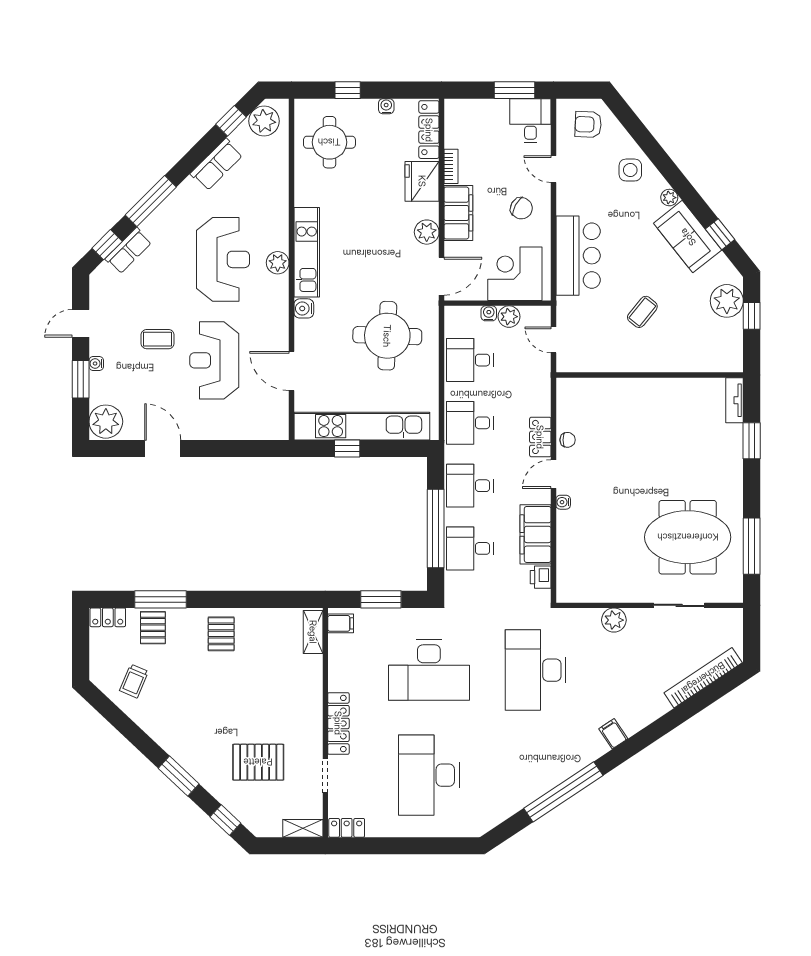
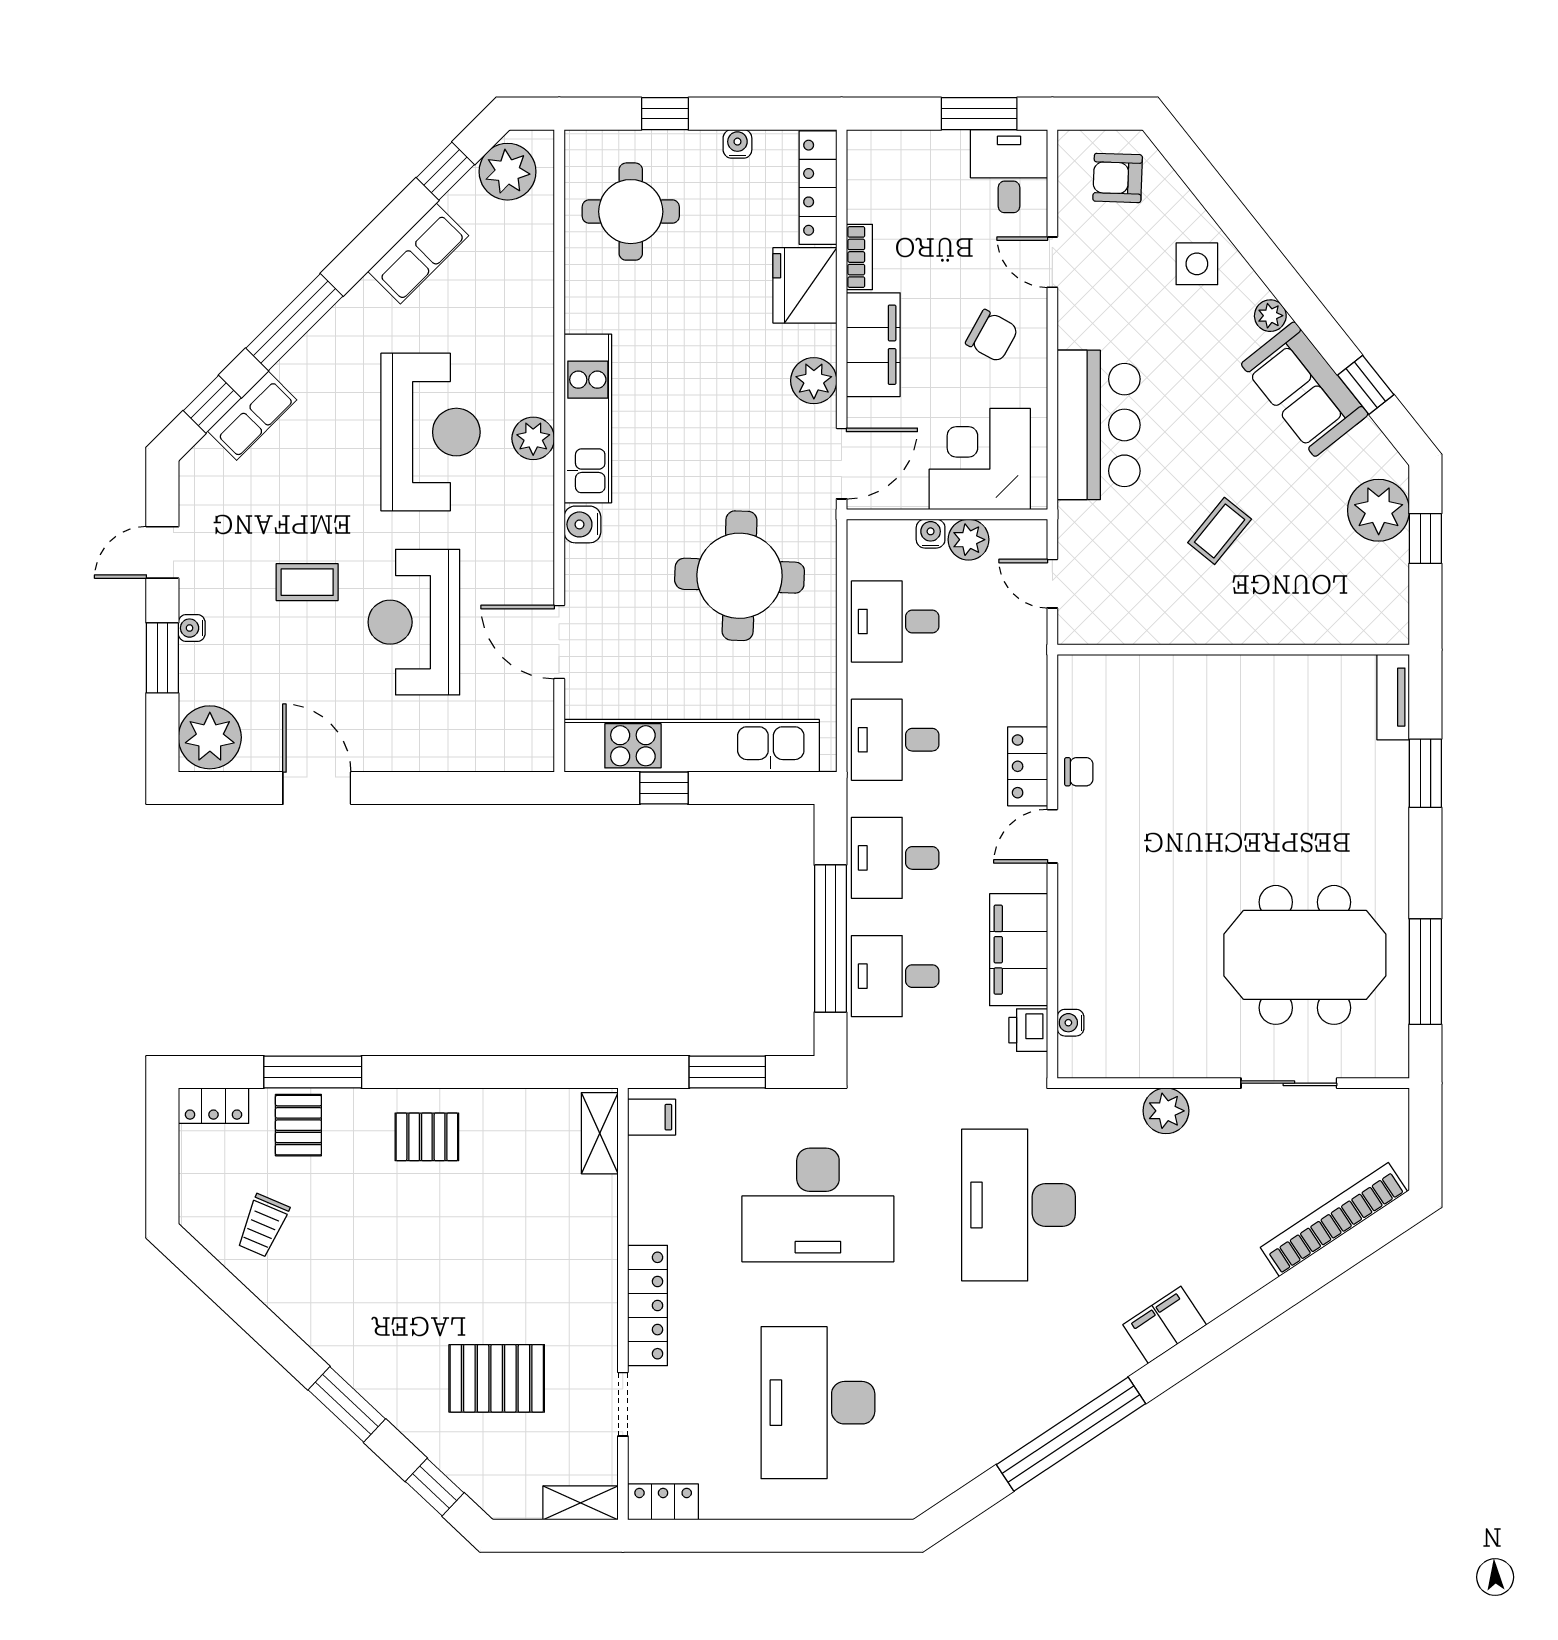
water cooler: (563, 502) -> (1071, 1023), moved
pallet: (221, 634) -> (427, 1137), turned 90
filing cabinet: (613, 734) -> (1165, 1325), width x2.00

